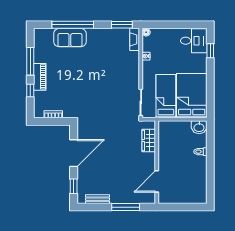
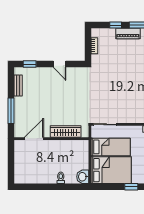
window: (210, 73) -> (131, 187), added
wardrobe: (149, 140) -> (66, 132), width x1.50
door: (74, 153) -> (59, 64), width x0.53
door: (157, 181) -> (34, 139), hinge flipped

